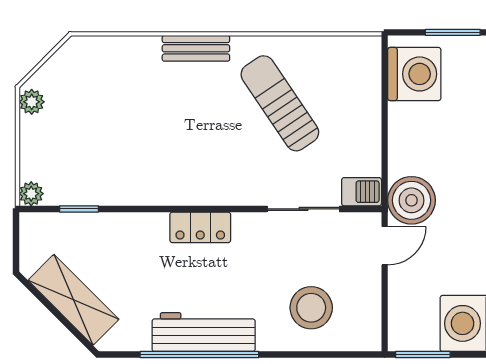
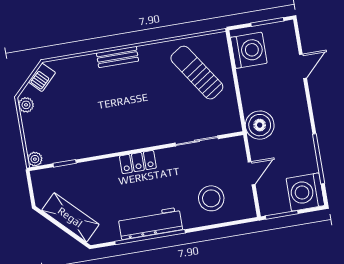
sun lounger: (280, 103) -> (197, 73), moved
barbecue: (362, 192) -> (42, 77), moved, turned 135
door: (385, 246) -> (252, 173), moved

